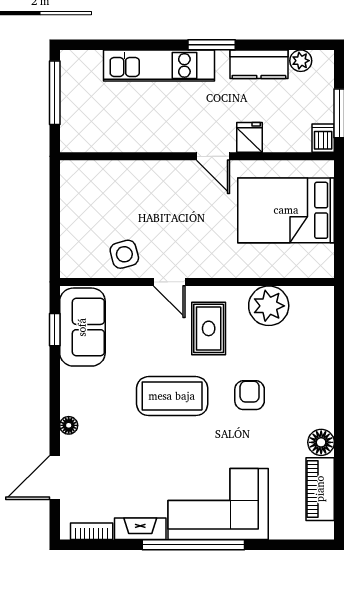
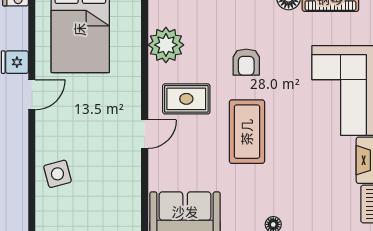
side table: (124, 254) -> (57, 174), moved
armchair: (250, 395) -> (246, 62), turned -90

